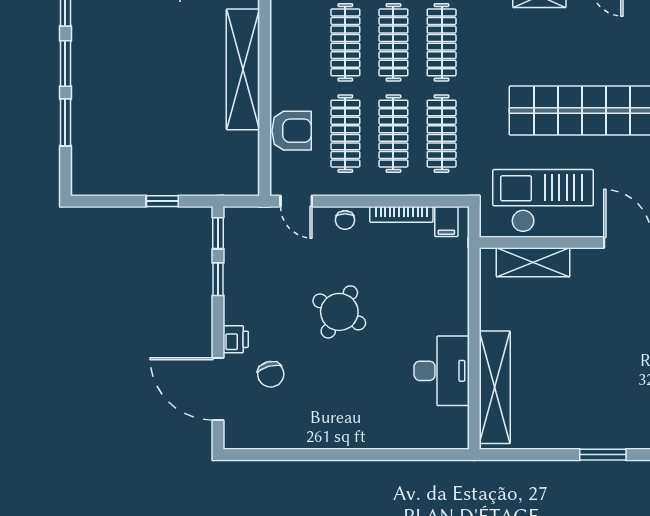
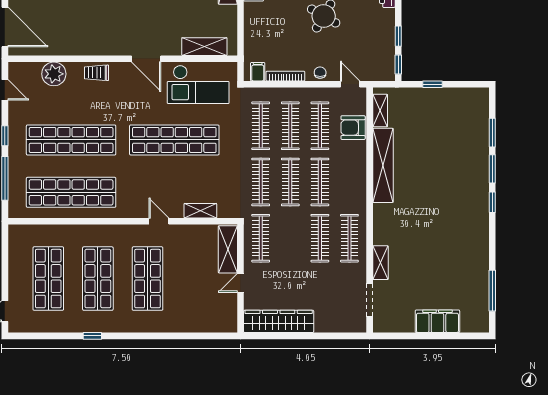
shelving: (247, 158) -> (380, 110), added

